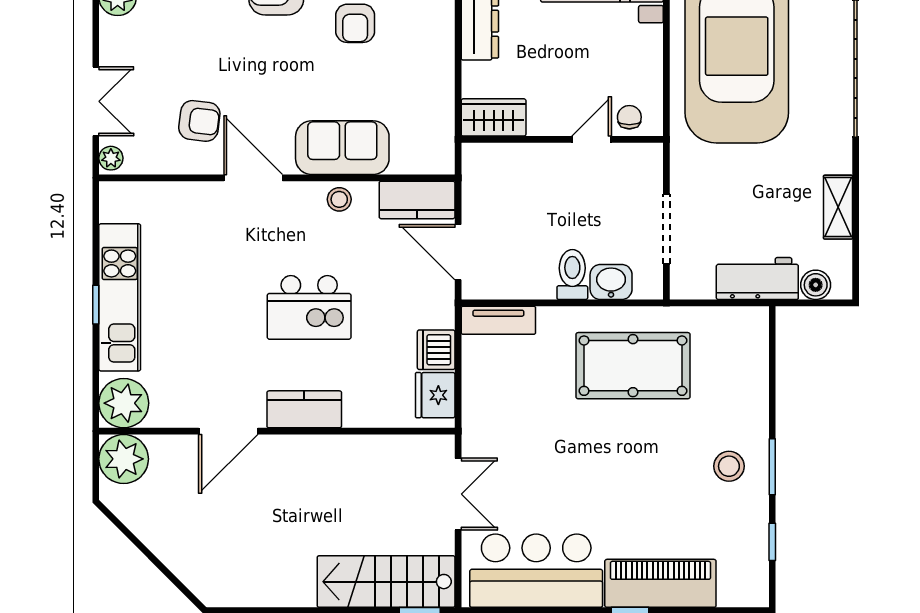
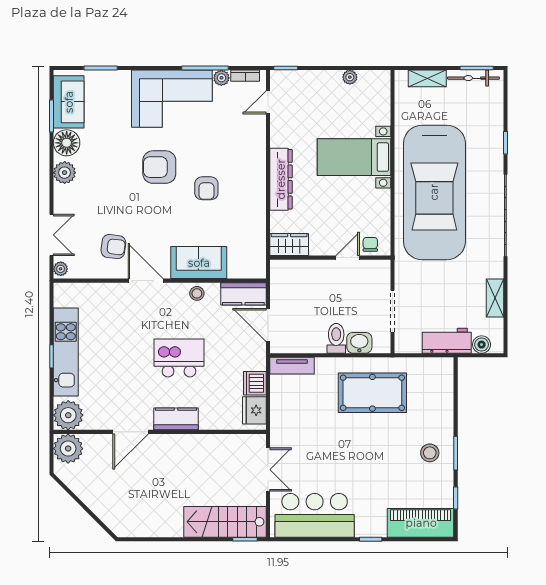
kitchen island: (309, 307) -> (179, 358), turned 180
piano: (660, 583) -> (421, 523), moved

